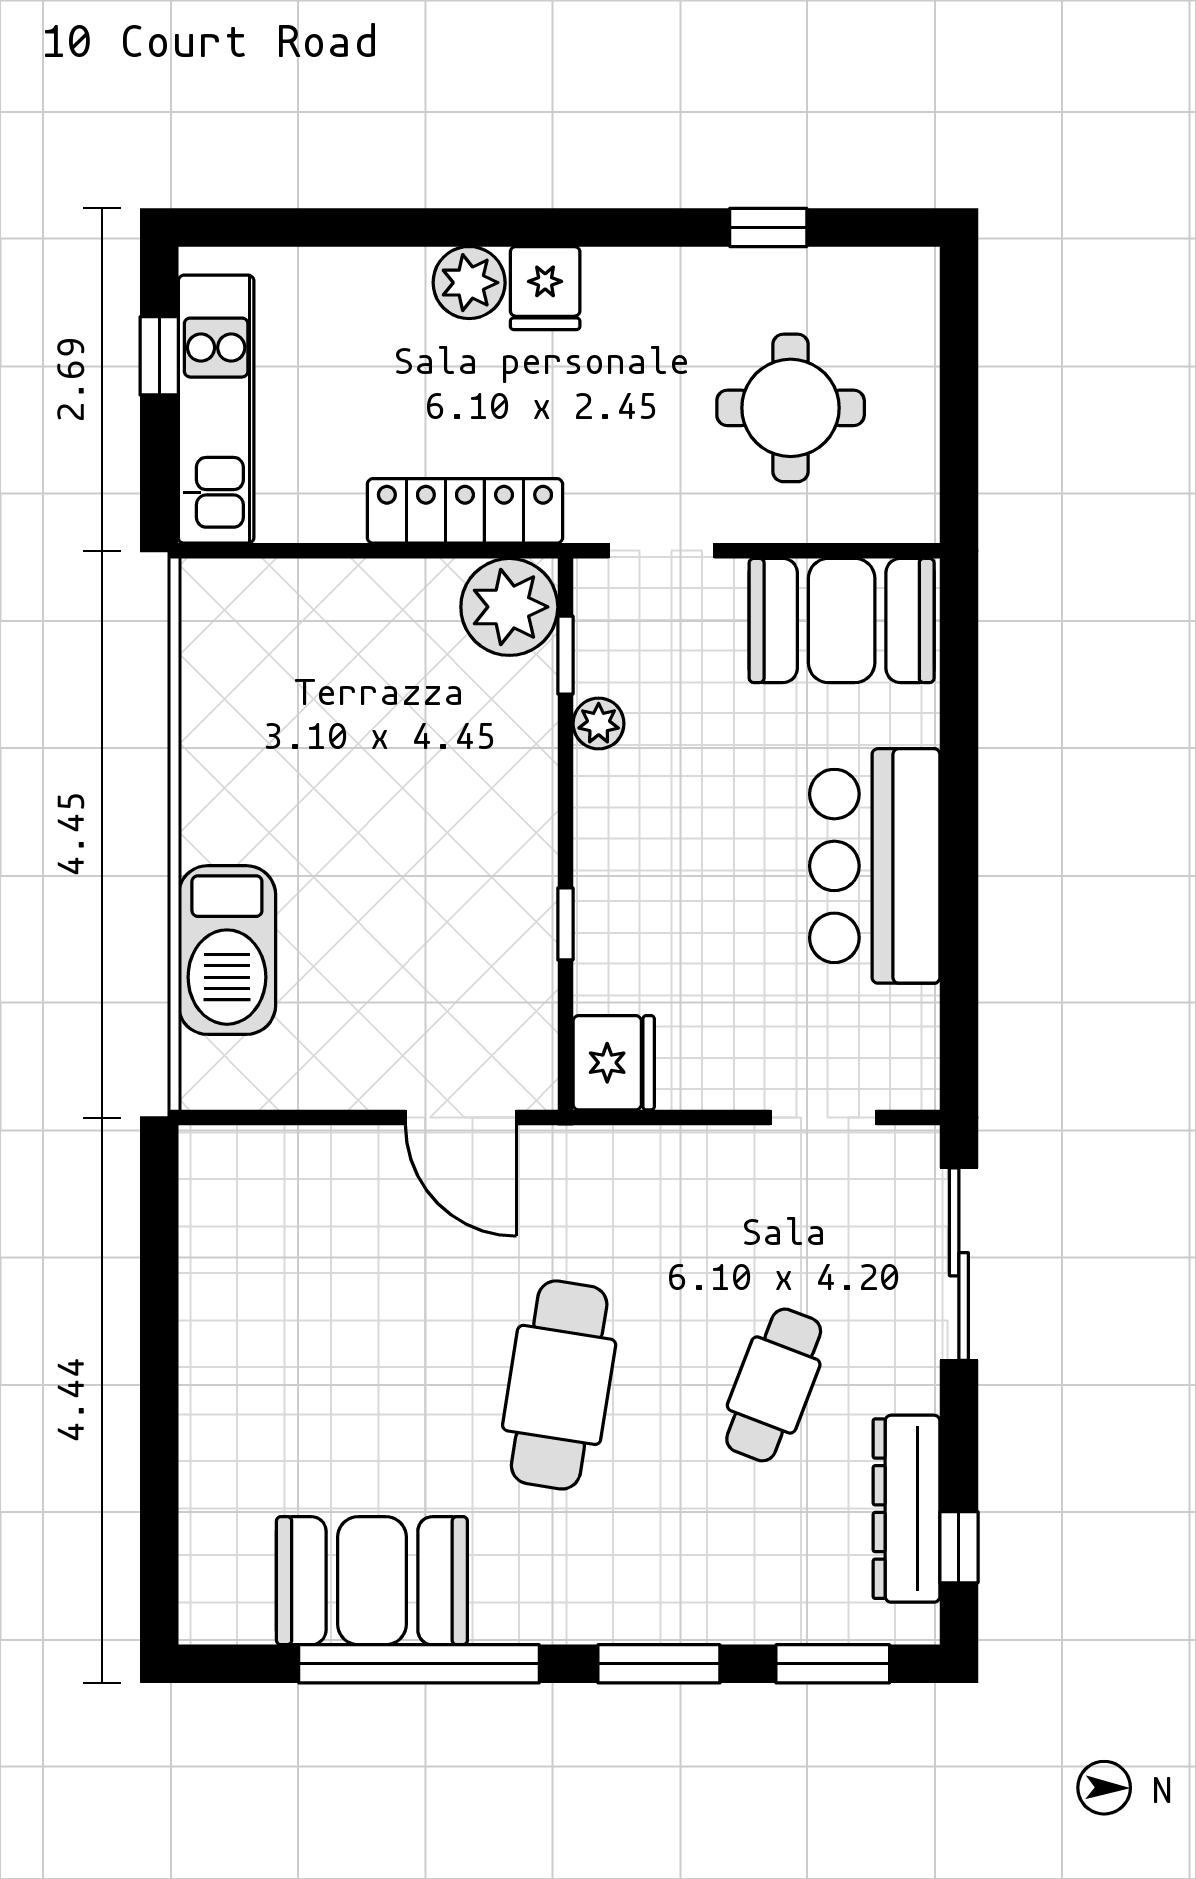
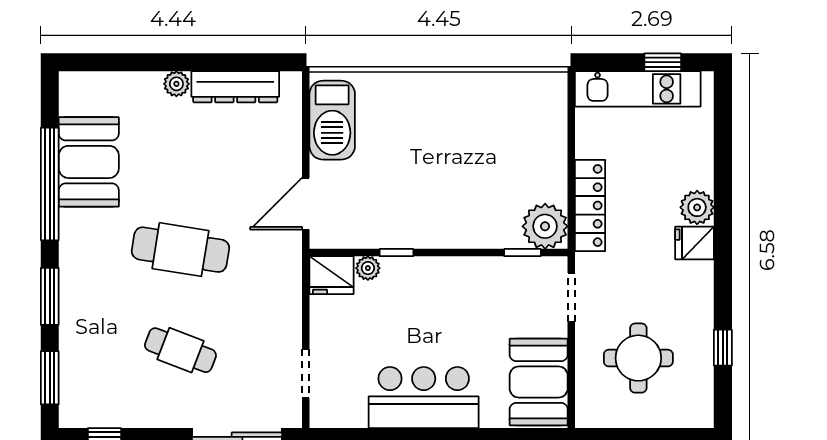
plant: (599, 724) -> (368, 268), moved
barbecue: (227, 950) -> (332, 120), moved, turned -90
plant: (205, 1394) -> (176, 84), added
dresser: (907, 1509) -> (235, 87), moved, turned 180

